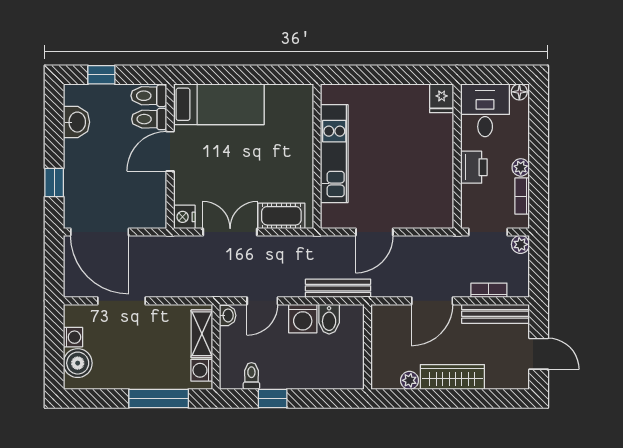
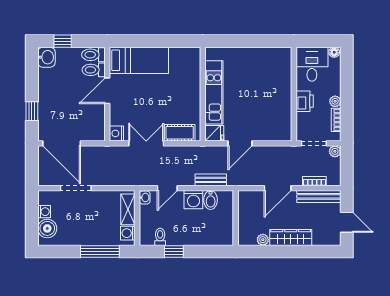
fridge: (442, 98) -> (214, 133), moved, turned -90
washbasin: (76, 122) -> (46, 57), moved
bench: (338, 288) -> (211, 180), width x0.73

